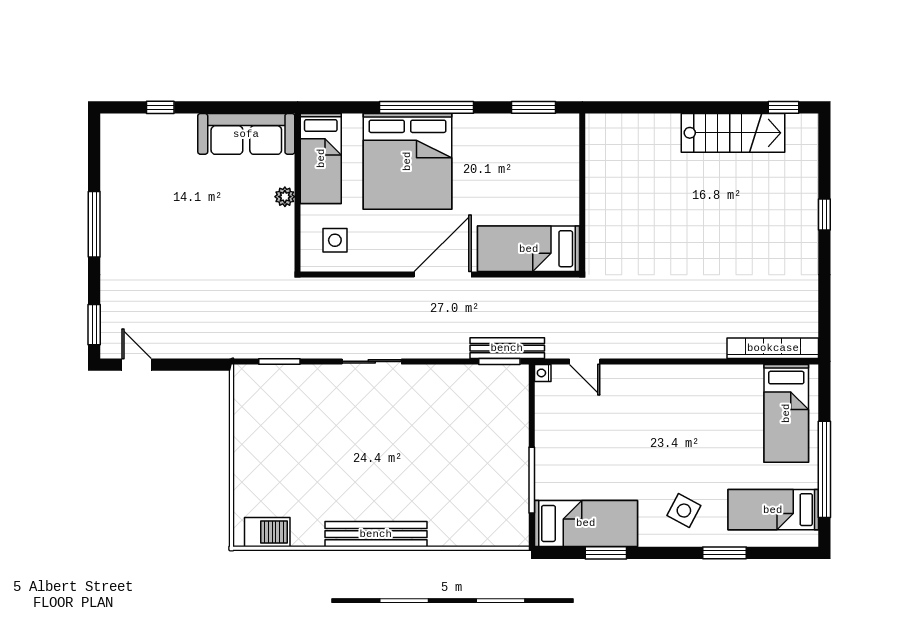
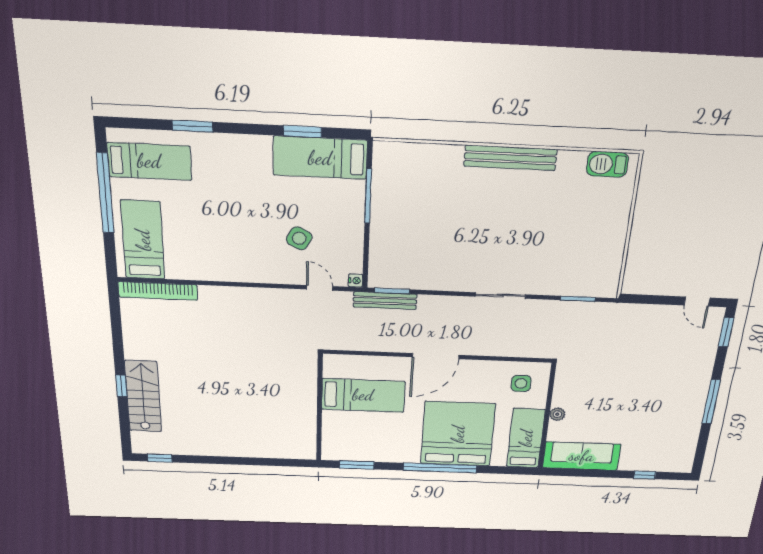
stairs: (733, 133) -> (143, 396), moved, turned 90
bed: (529, 249) -> (363, 395), moved
side table: (684, 511) -> (299, 238), moved

